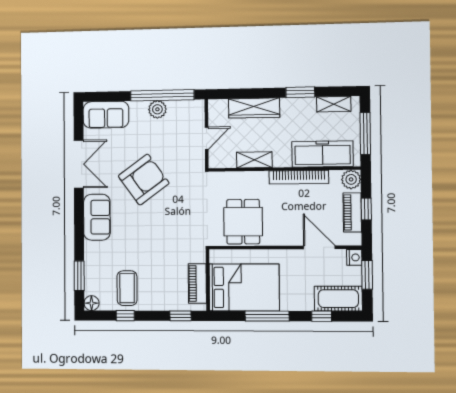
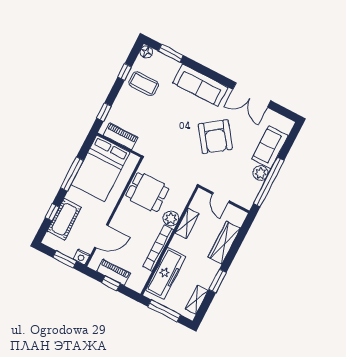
sofa: (106, 115) -> (270, 147), moved
plant: (351, 179) -> (171, 218), moved
sofa: (97, 217) -> (200, 85), width x1.36
cot: (338, 299) -> (64, 219), moved

